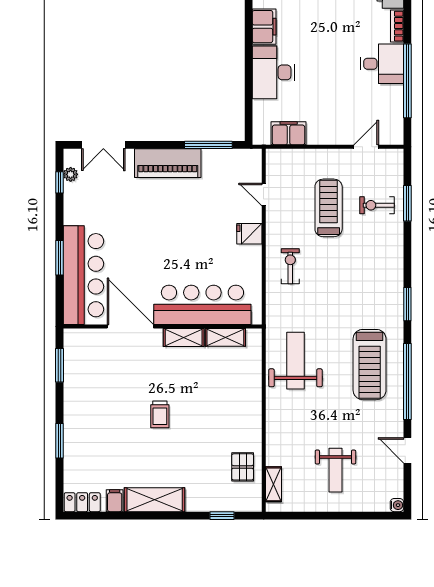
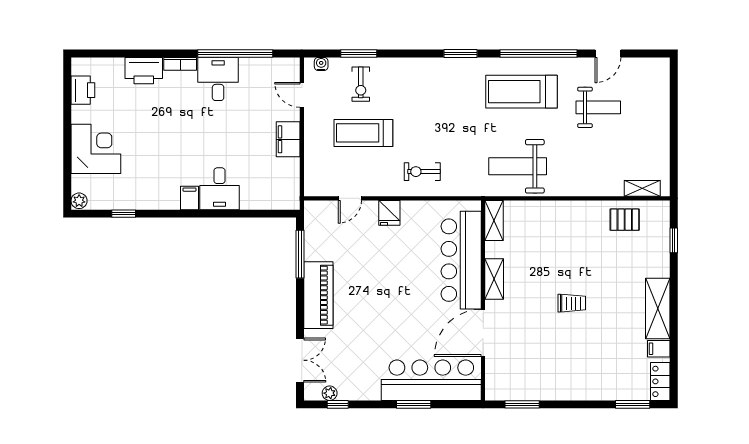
filing cabinet: (264, 27) -> (189, 198), width x0.50
desk: (273, 72) -> (219, 189), width x0.73
filing cabinet: (289, 133) -> (288, 139), moved
shelving: (225, 337) -> (494, 220), moved
treadmill: (370, 365) -> (521, 92), turned 180
window: (59, 441) -> (633, 404), moved
weight bench: (335, 470) -> (598, 107), moved
water cooler: (397, 505) -> (321, 64), moved

